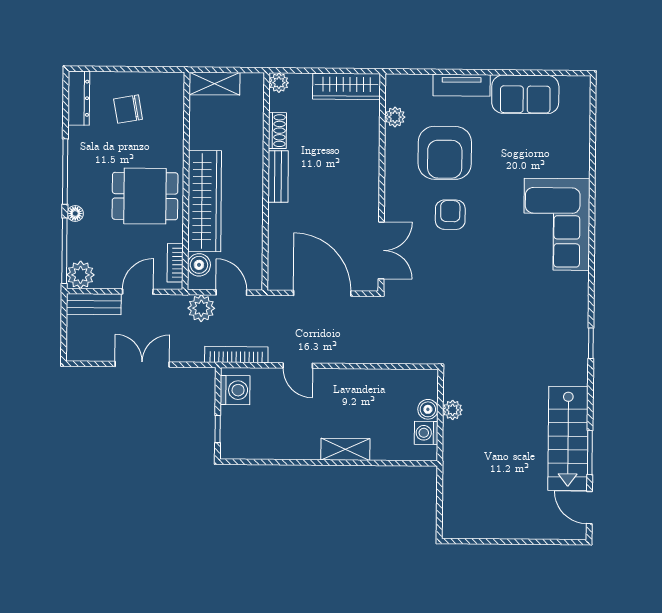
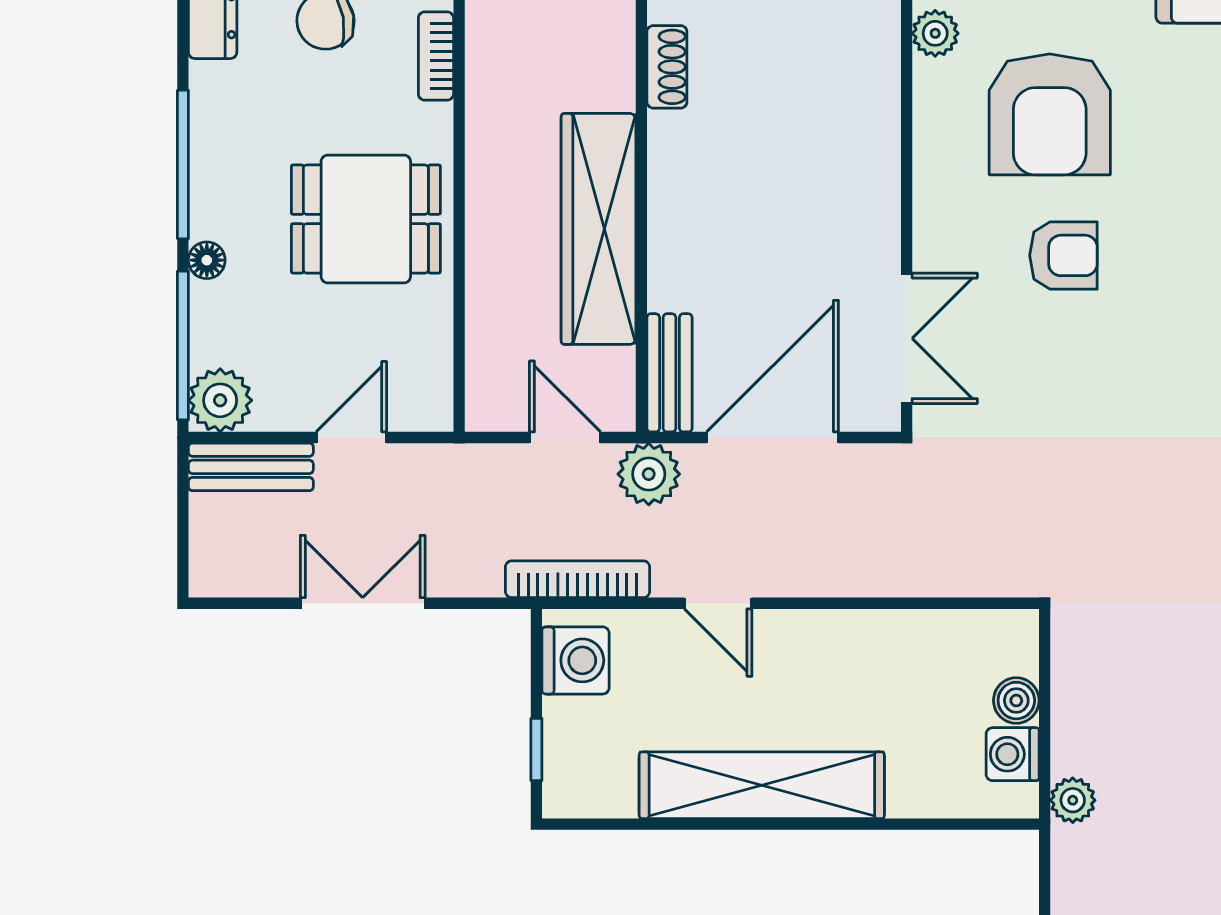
bench: (278, 177) -> (669, 373), moved
wardrobe: (205, 201) -> (598, 229), moved, turned 180
armchair: (450, 215) -> (1063, 255), turned 90
bookcase: (175, 263) -> (436, 56), moved
boiler: (199, 265) -> (490, 375), removed
door: (322, 293) -> (773, 438), hinge flipped
plant: (201, 308) -> (649, 474), moved
plant: (453, 410) -> (1073, 800), moved
shelving: (345, 449) -> (762, 785), width x2.20, depth x1.33

